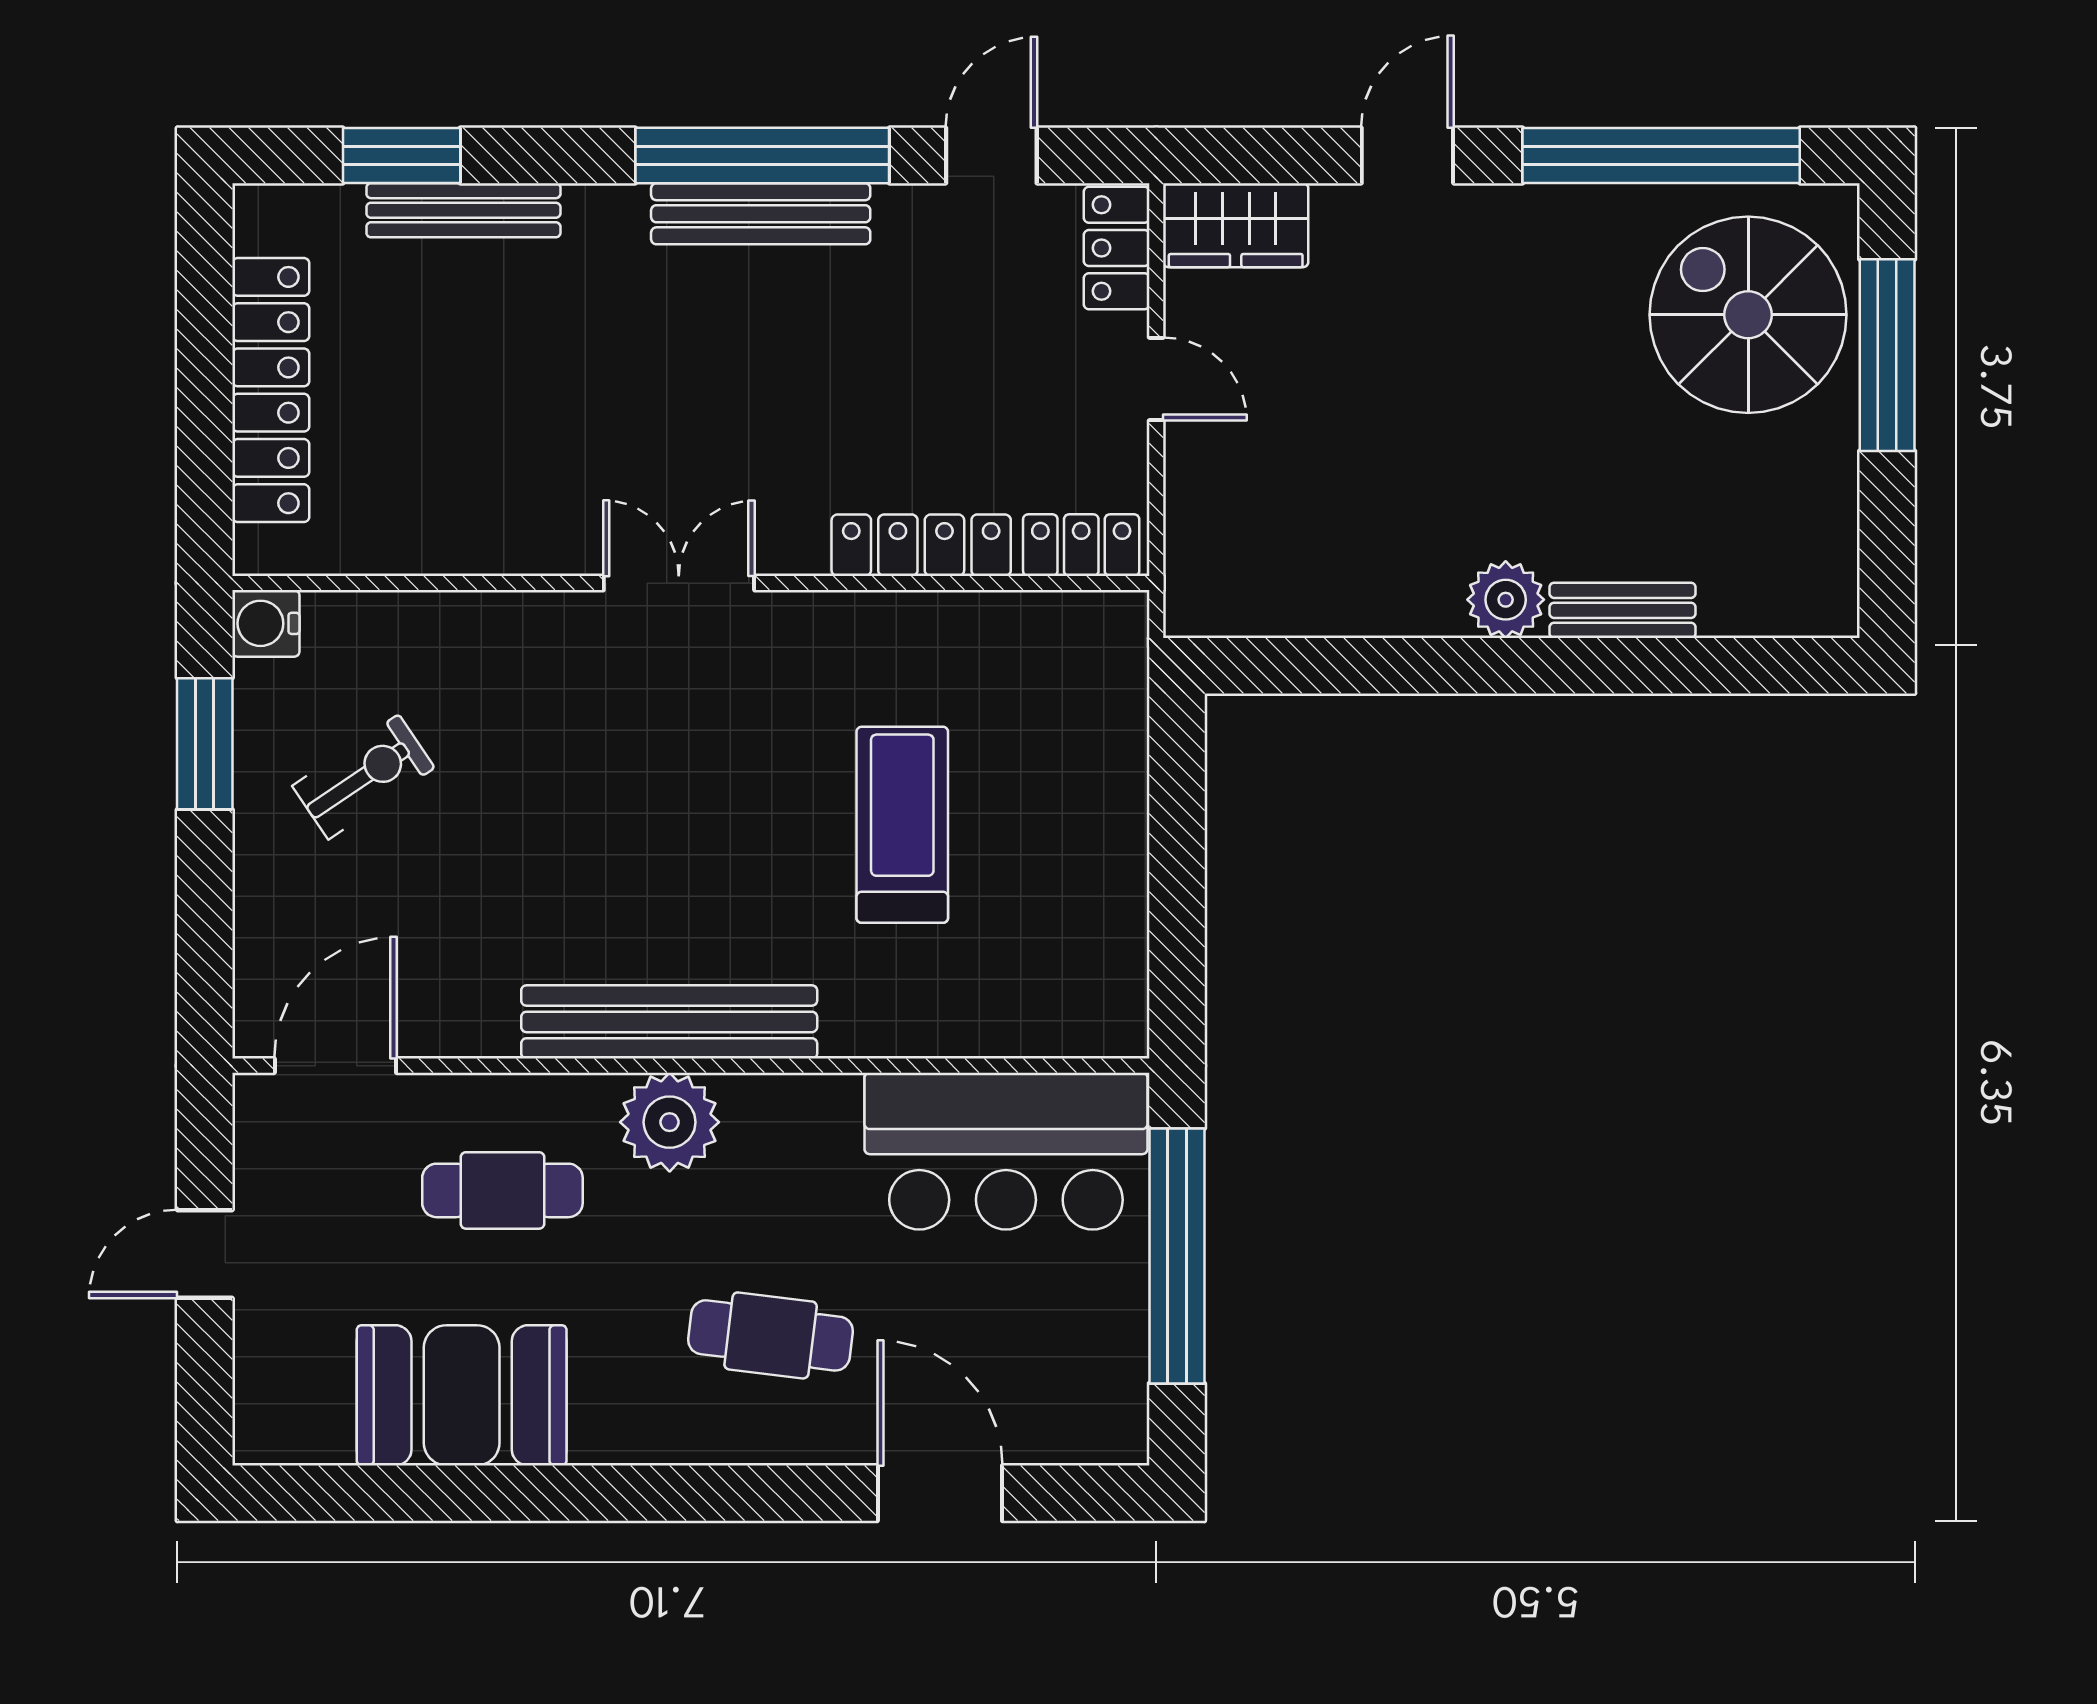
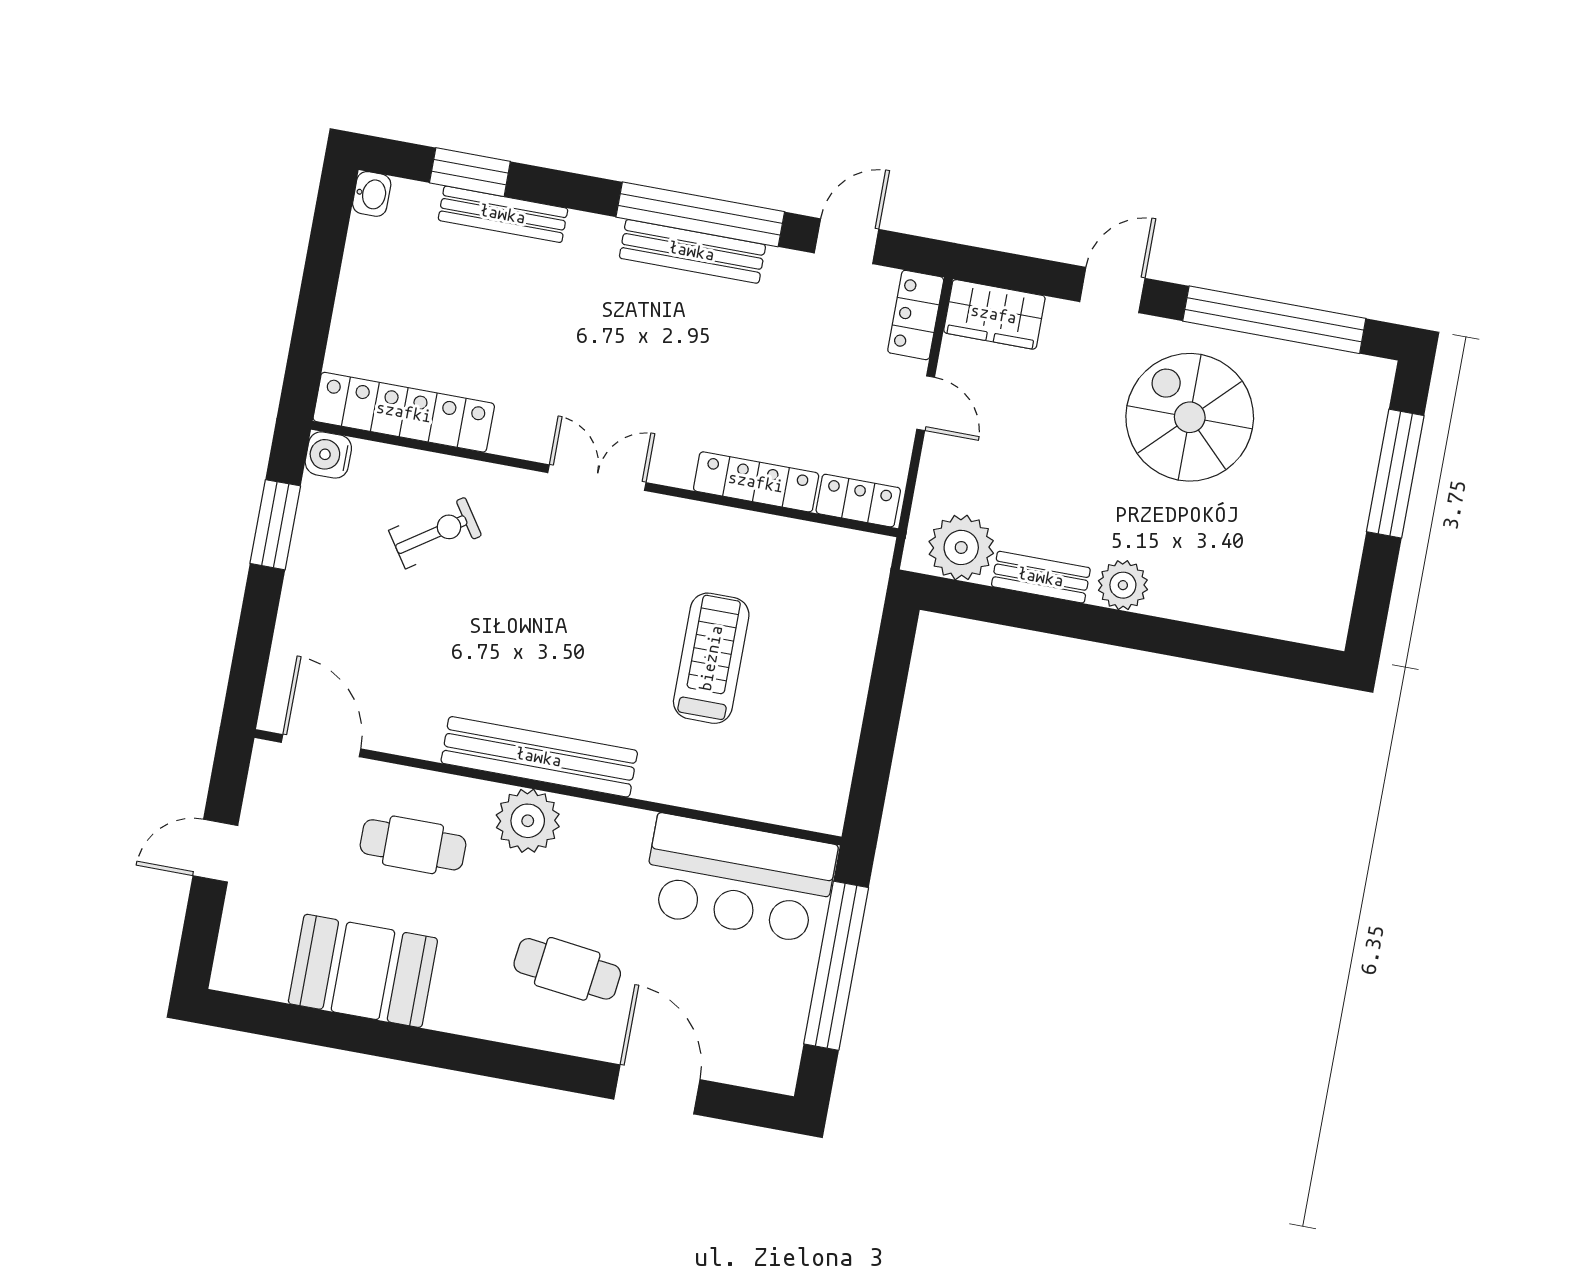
washbasin: (259, 216) -> (372, 194), added
spiral stairs: (1748, 315) -> (1190, 417), moved
locker: (271, 390) -> (404, 412), moved, turned -90
plant: (1250, 587) -> (961, 547), added
bench: (1623, 610) -> (1041, 577), moved
exercise bike: (363, 777) -> (435, 533), moved
door: (335, 1066) -> (321, 746), hinge flipped

